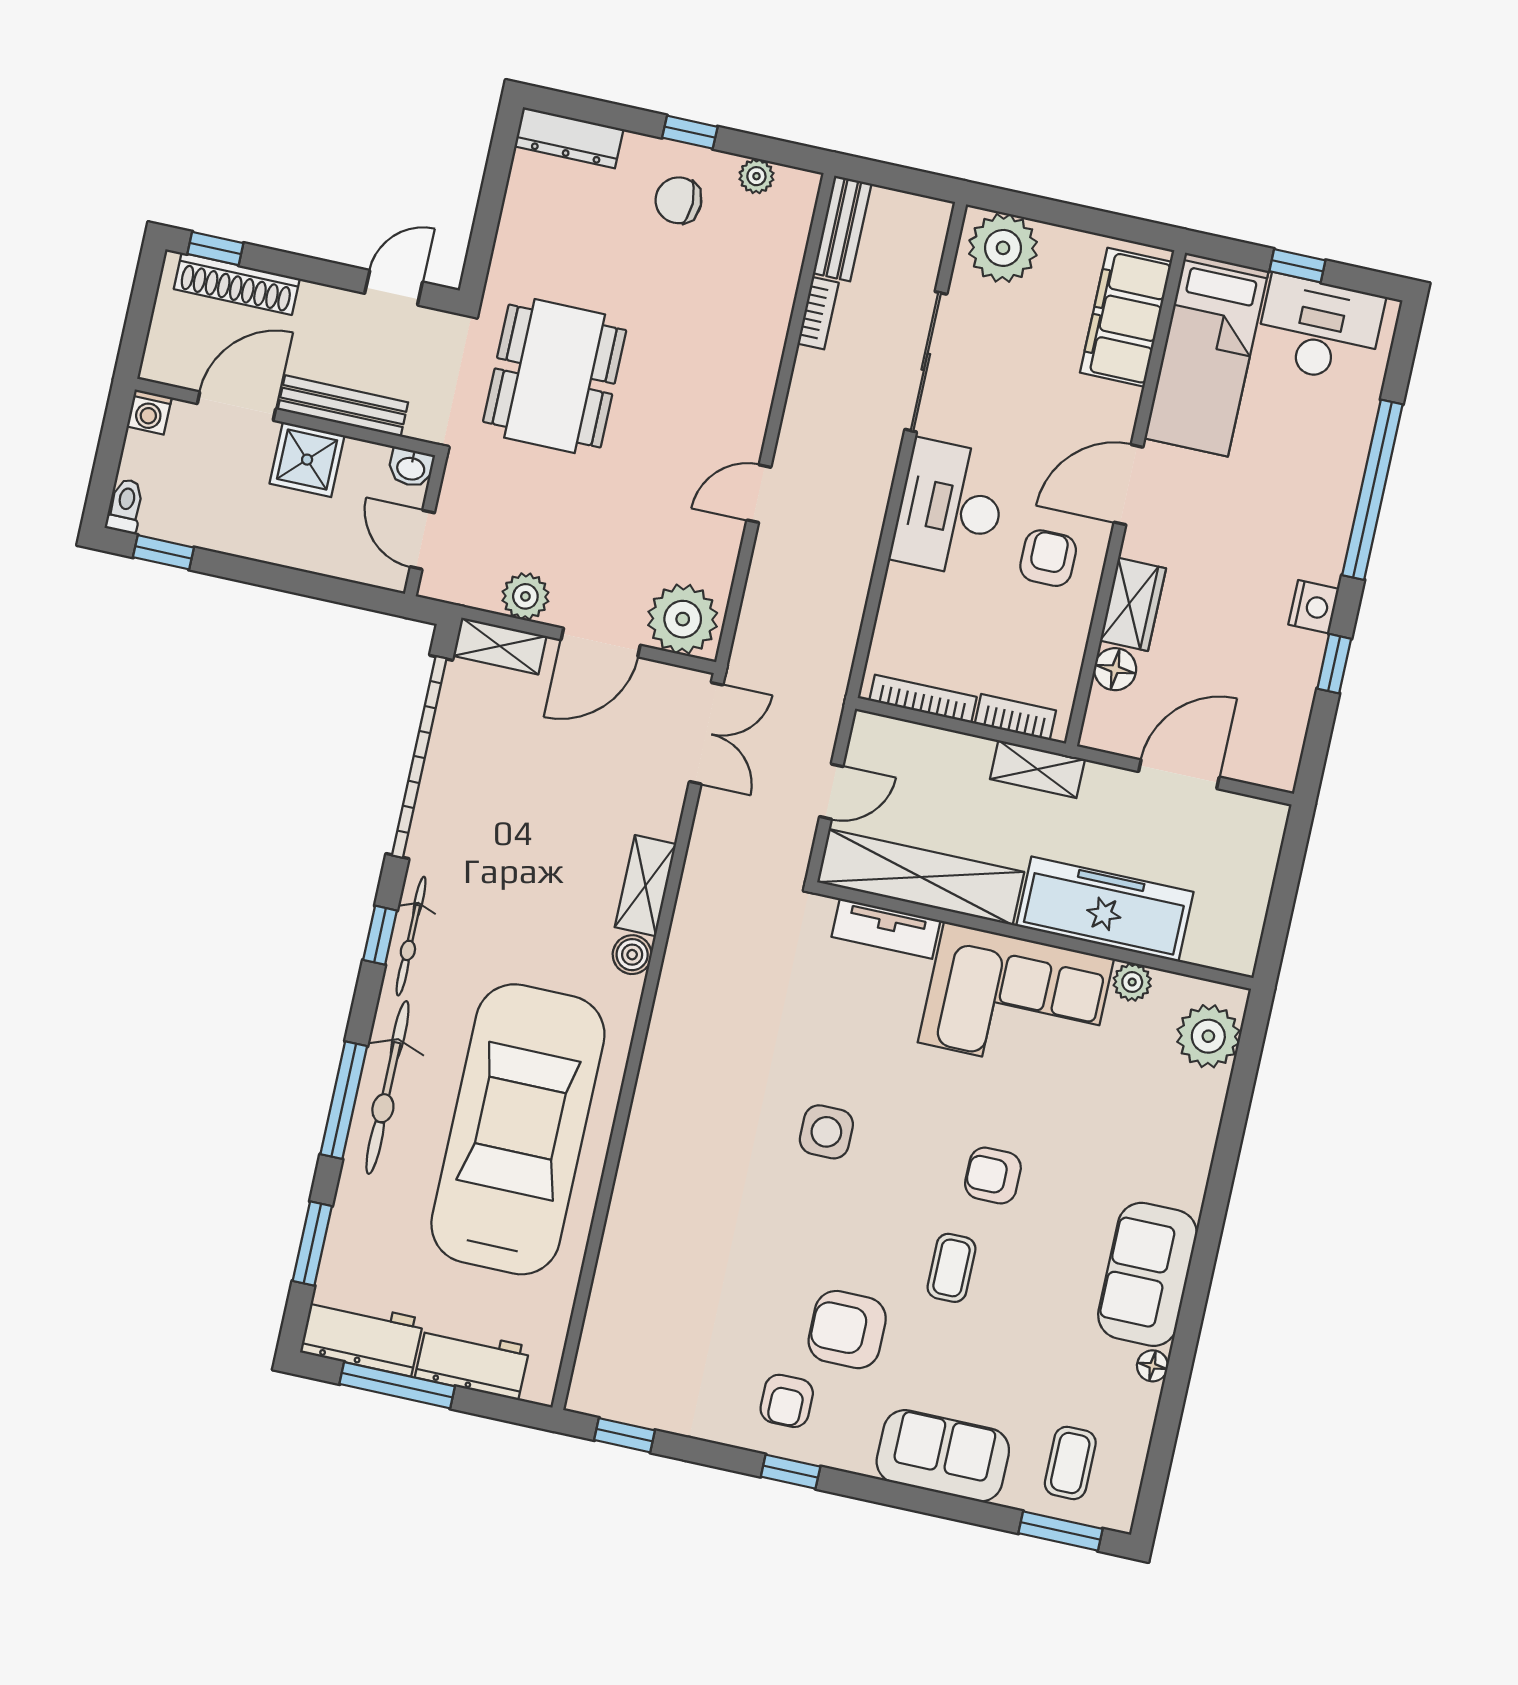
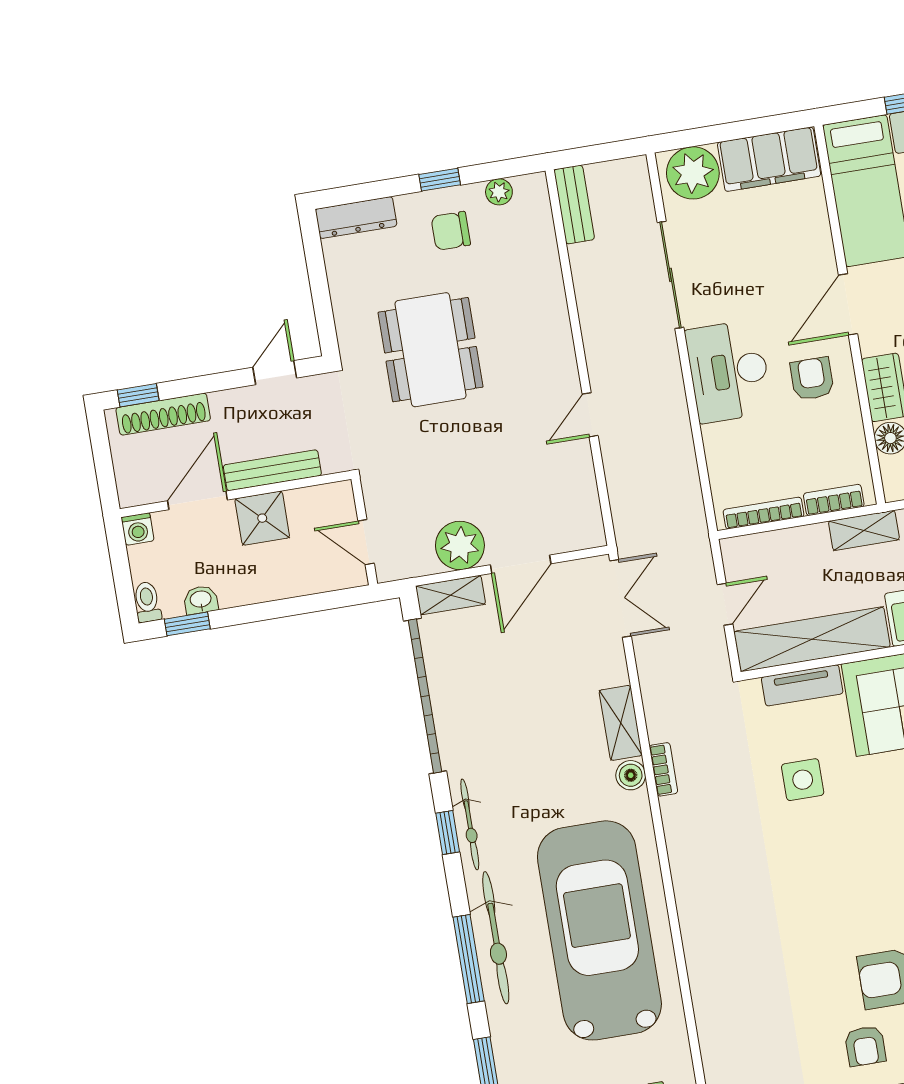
bookcase: (818, 313) -> (663, 769), moved
filing cabinet: (1126, 317) -> (769, 159), moved, turned -90
dining table: (555, 376) -> (430, 350), moved
washbasin: (411, 468) -> (201, 600), moved, turned 180
plant: (525, 596) -> (460, 545), width x1.36, depth x1.36
plant: (683, 619) -> (572, 525), removed
side table: (826, 1132) -> (803, 780), moved

